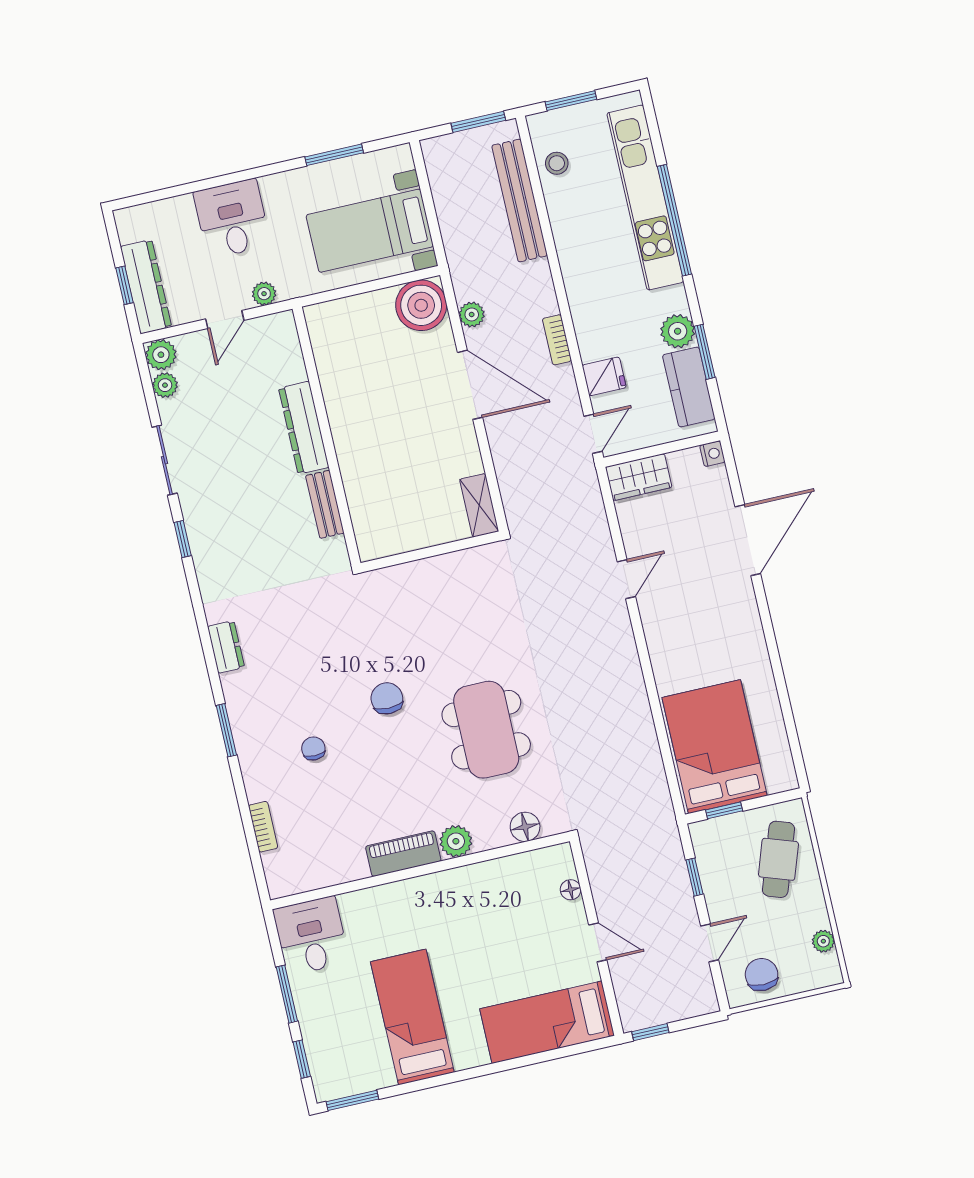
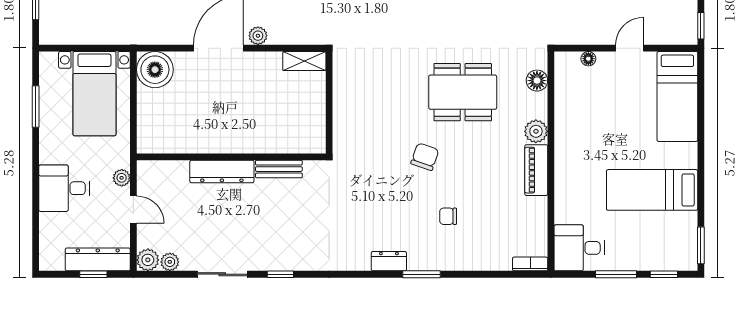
plant: (472, 314) -> (258, 36), moved
dresser: (226, 647) -> (389, 261), moved
chair: (387, 698) -> (425, 157), turned 109
bookcase: (263, 827) -> (530, 264), moved

